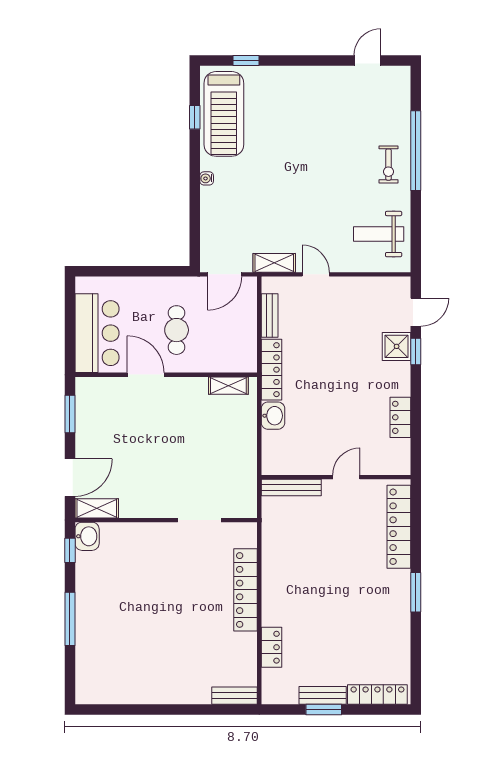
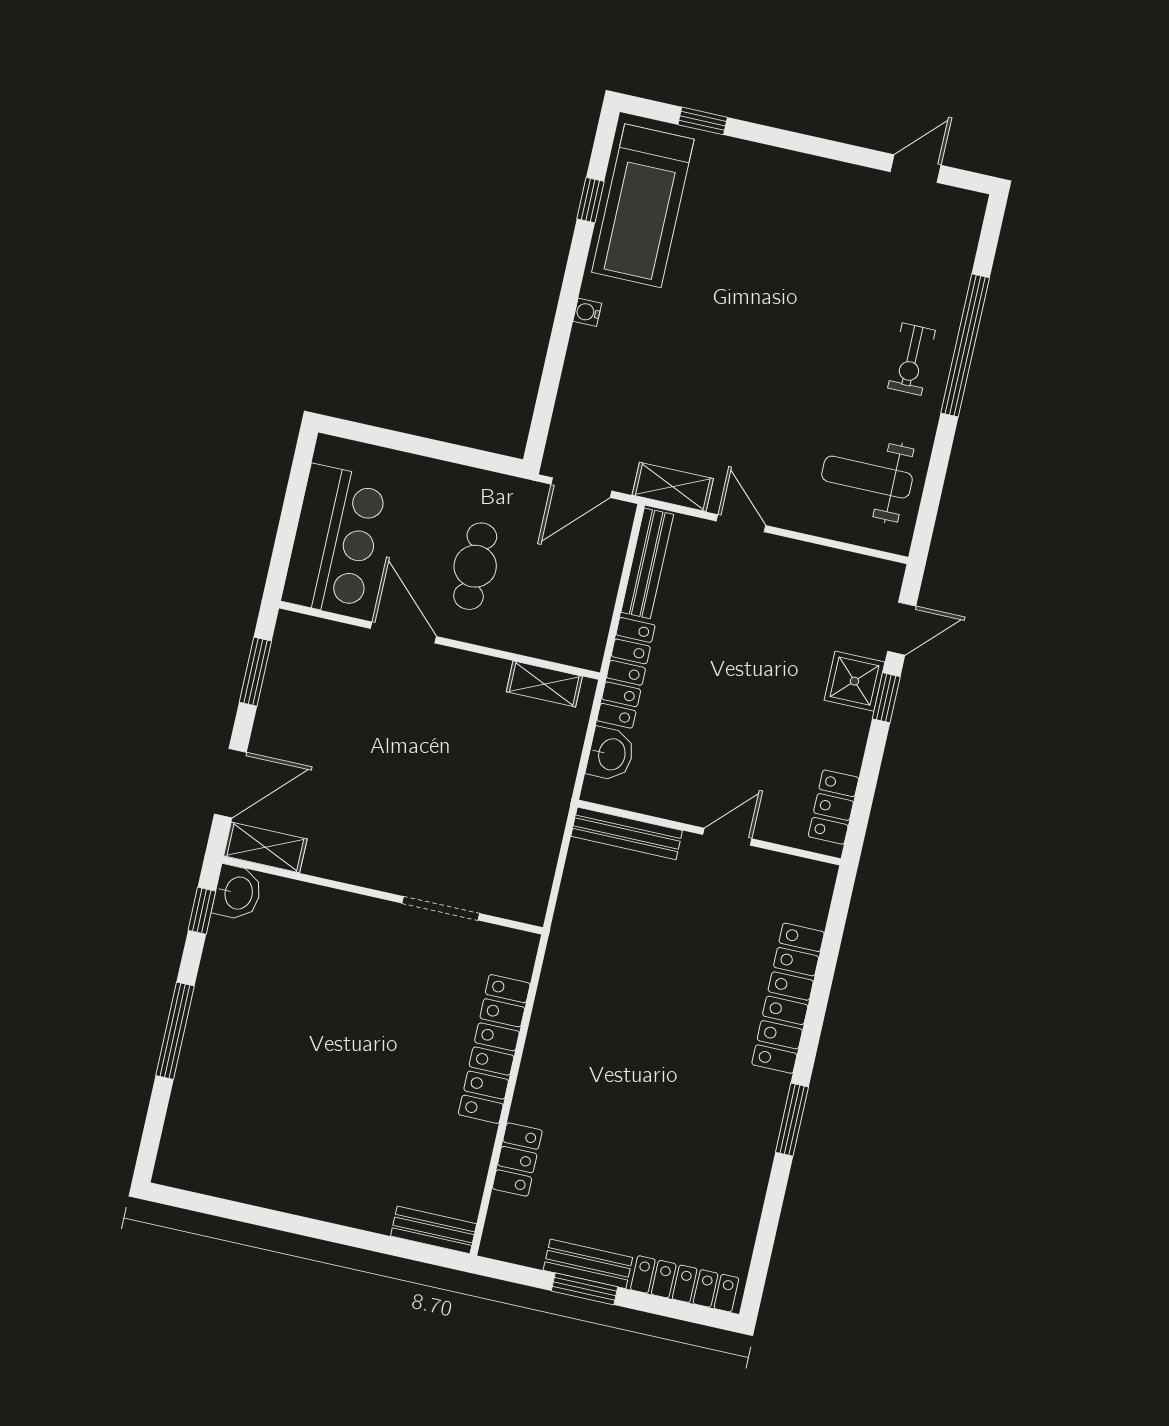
bench: (270, 316) -> (647, 563), width x1.36
wall: (336, 477) -> (709, 833), moved
door: (346, 477) -> (727, 837), moved
bench: (291, 488) -> (627, 833), moved

